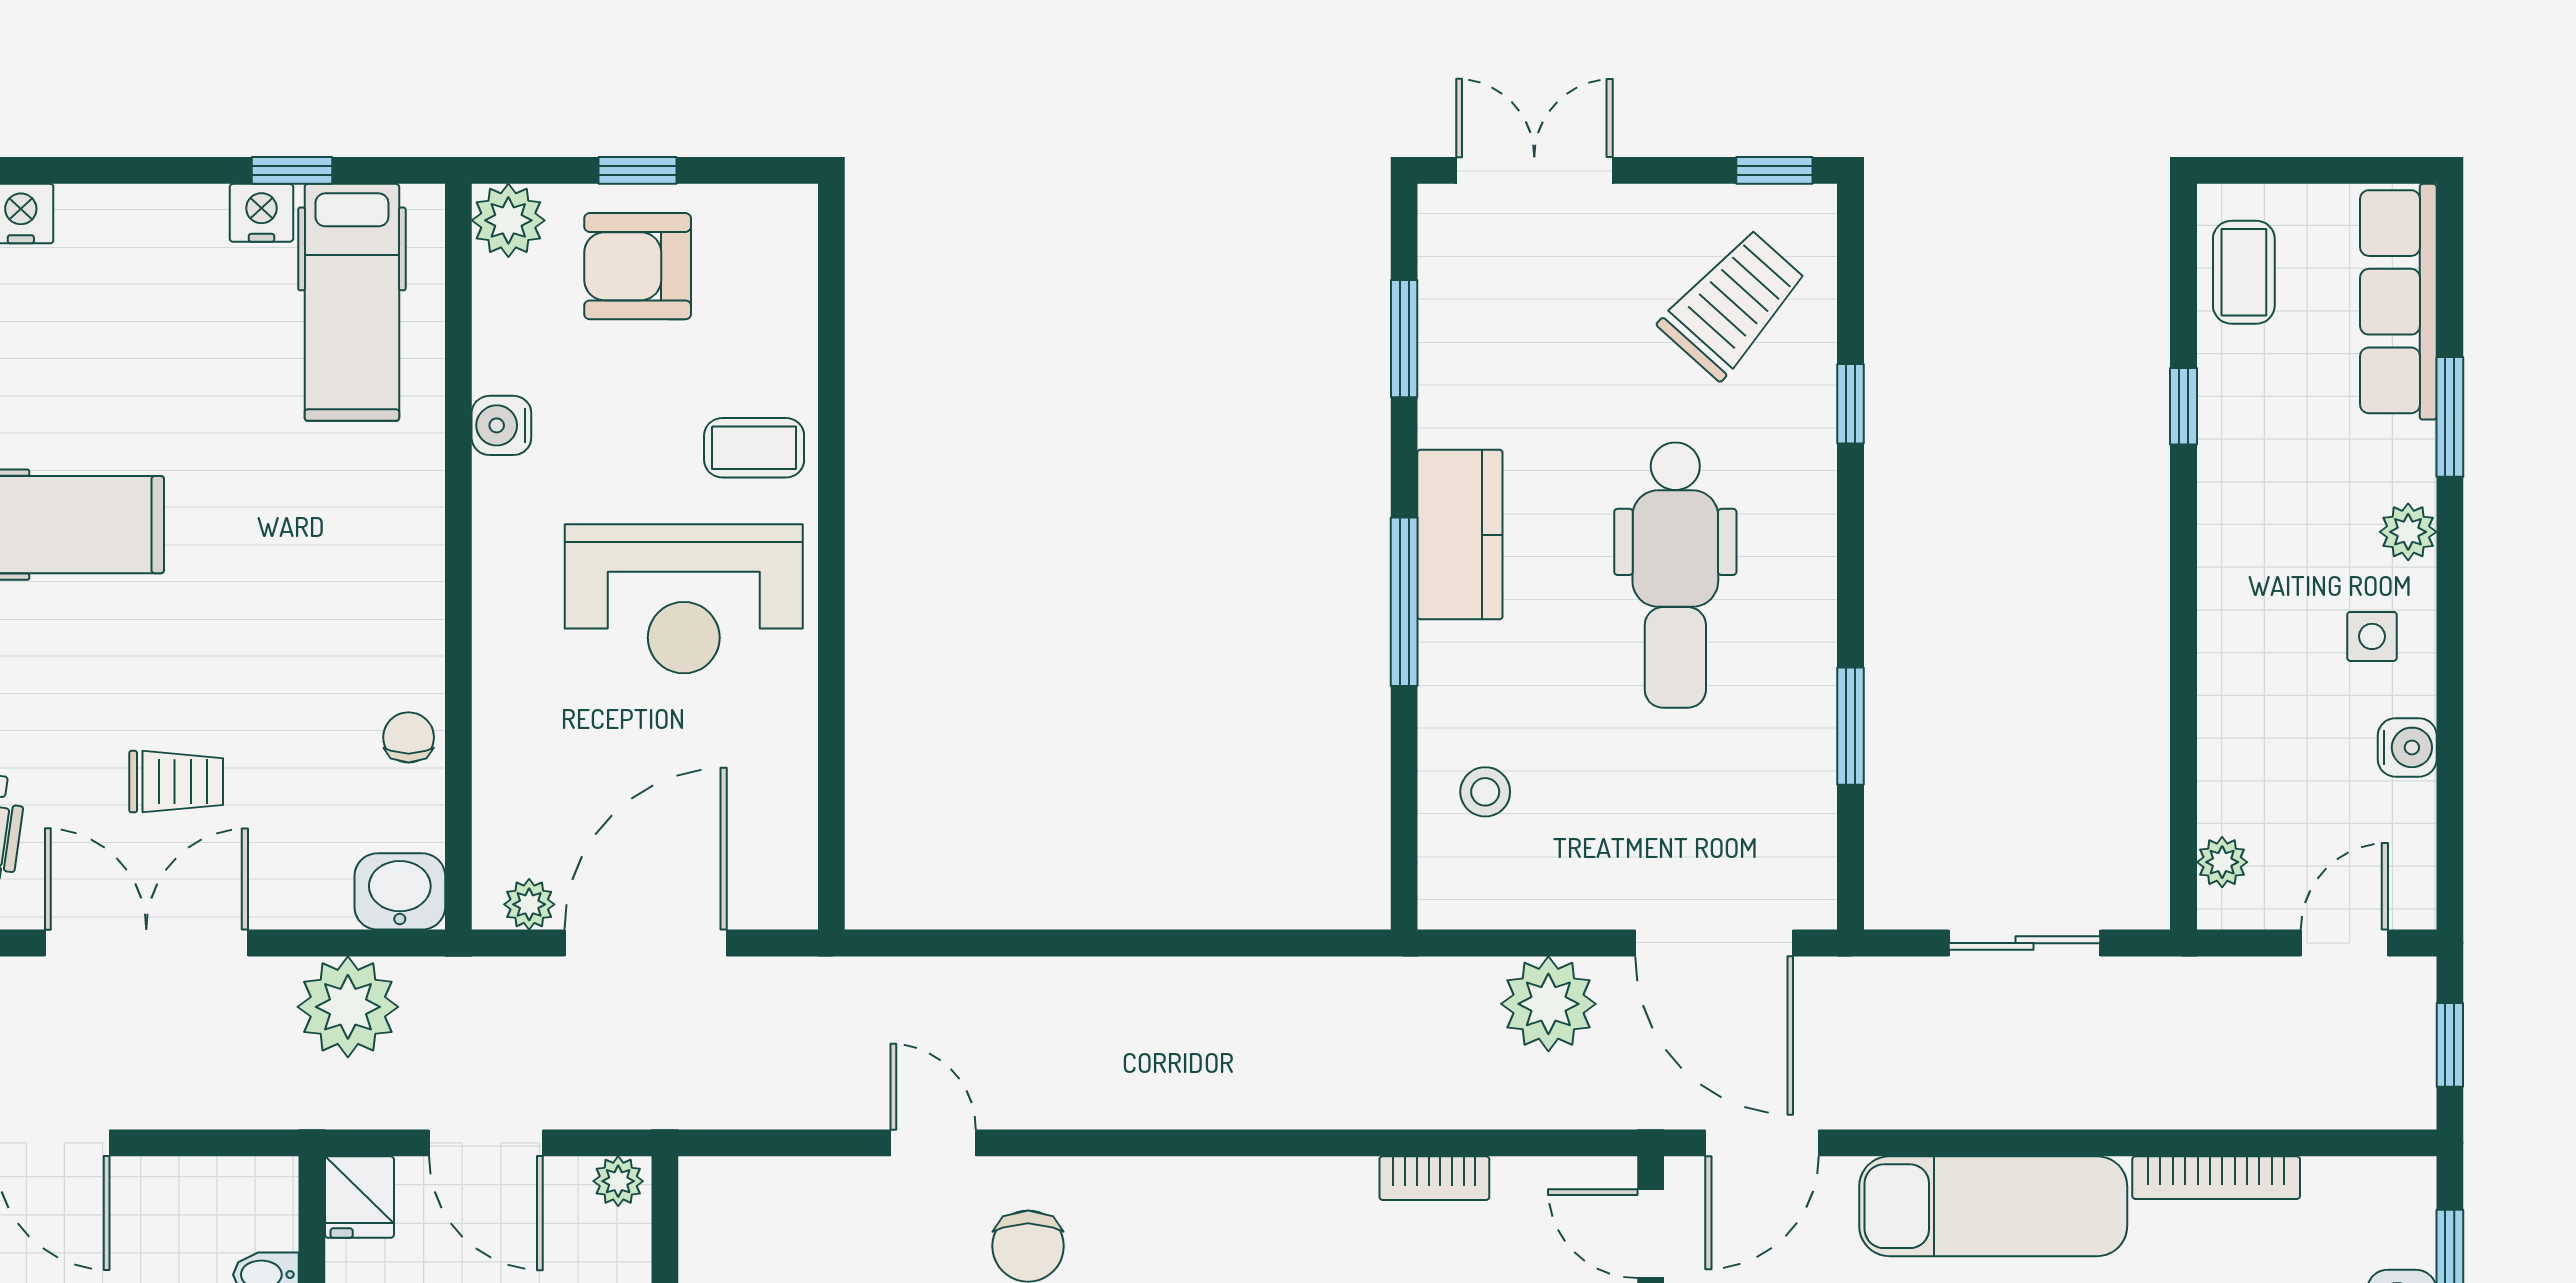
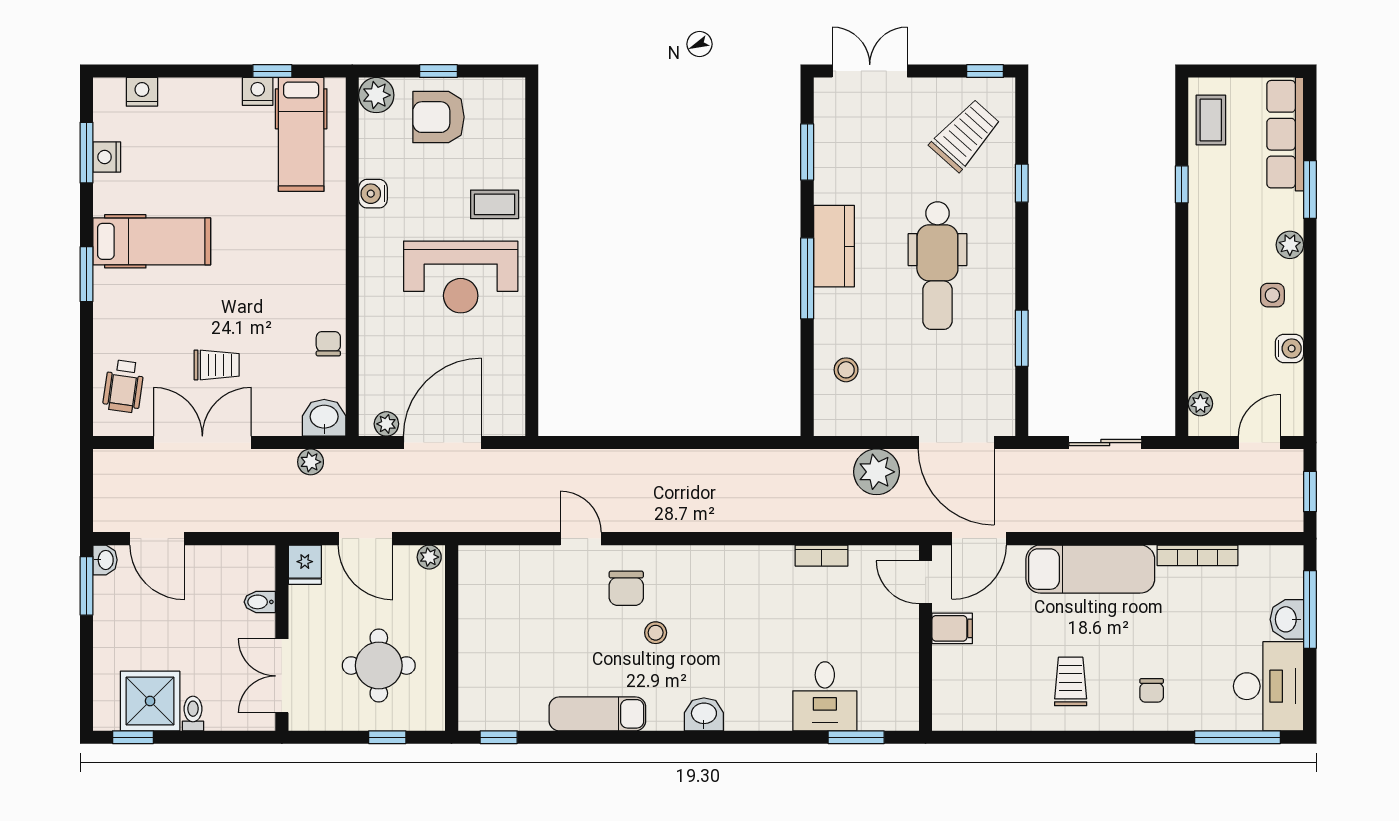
plant: (348, 1007) -> (311, 462), width x0.53, depth x0.53

